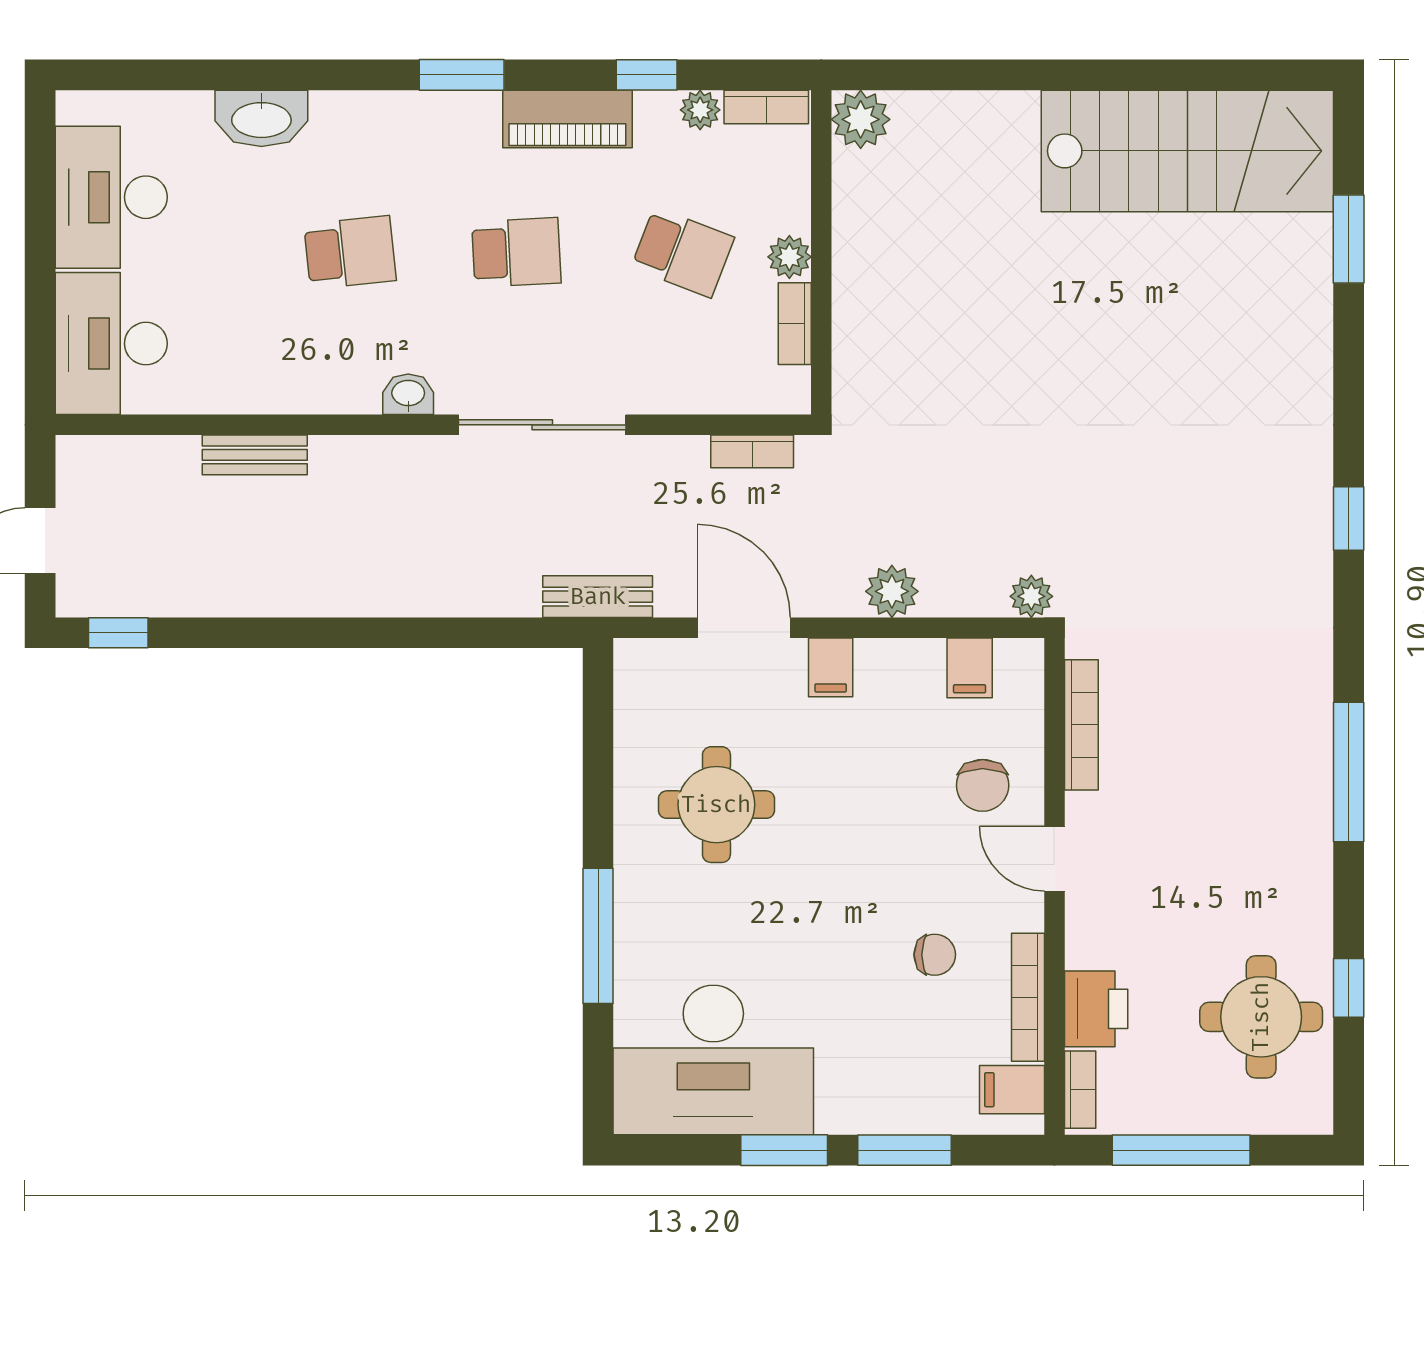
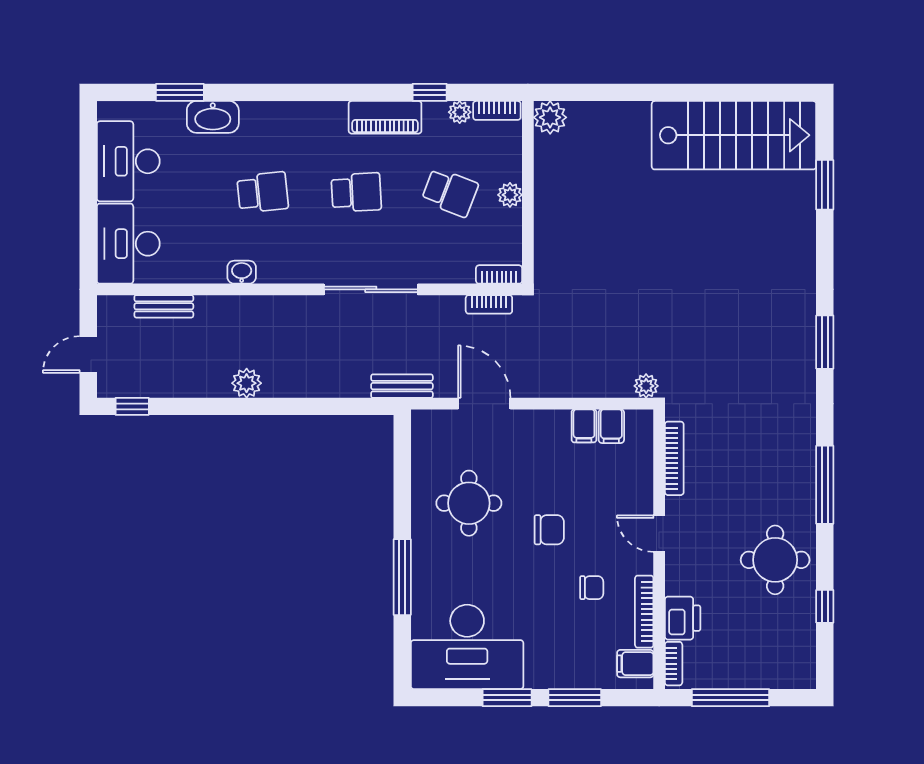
window: (462, 75) -> (180, 92), moved
bookcase: (795, 324) -> (499, 274), moved, turned 90
washbasin: (408, 394) -> (242, 272), moved
bench: (255, 455) -> (164, 306), moved
window: (1349, 518) -> (825, 342), width x1.50
plant: (892, 591) -> (247, 383), moved
filing cabinet: (831, 667) -> (584, 426), moved
chair: (983, 785) -> (549, 530), moved, turned -90
round table: (1261, 1017) -> (775, 560), moved

